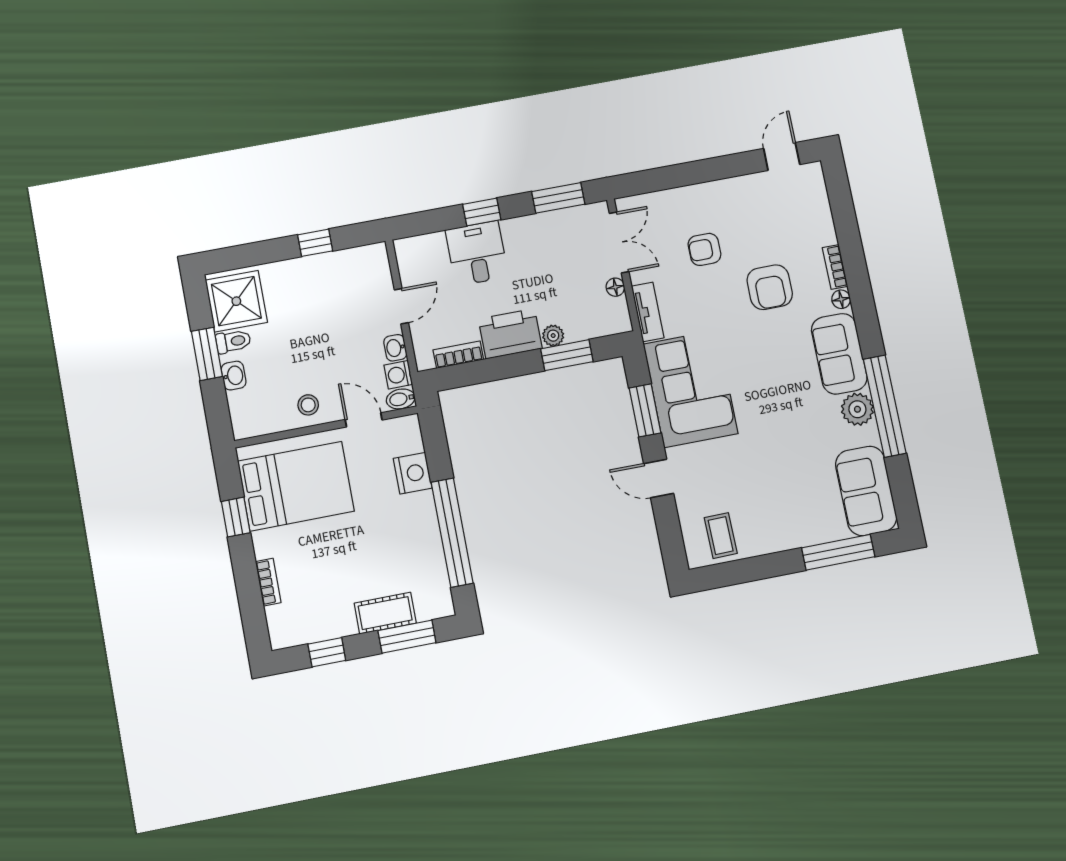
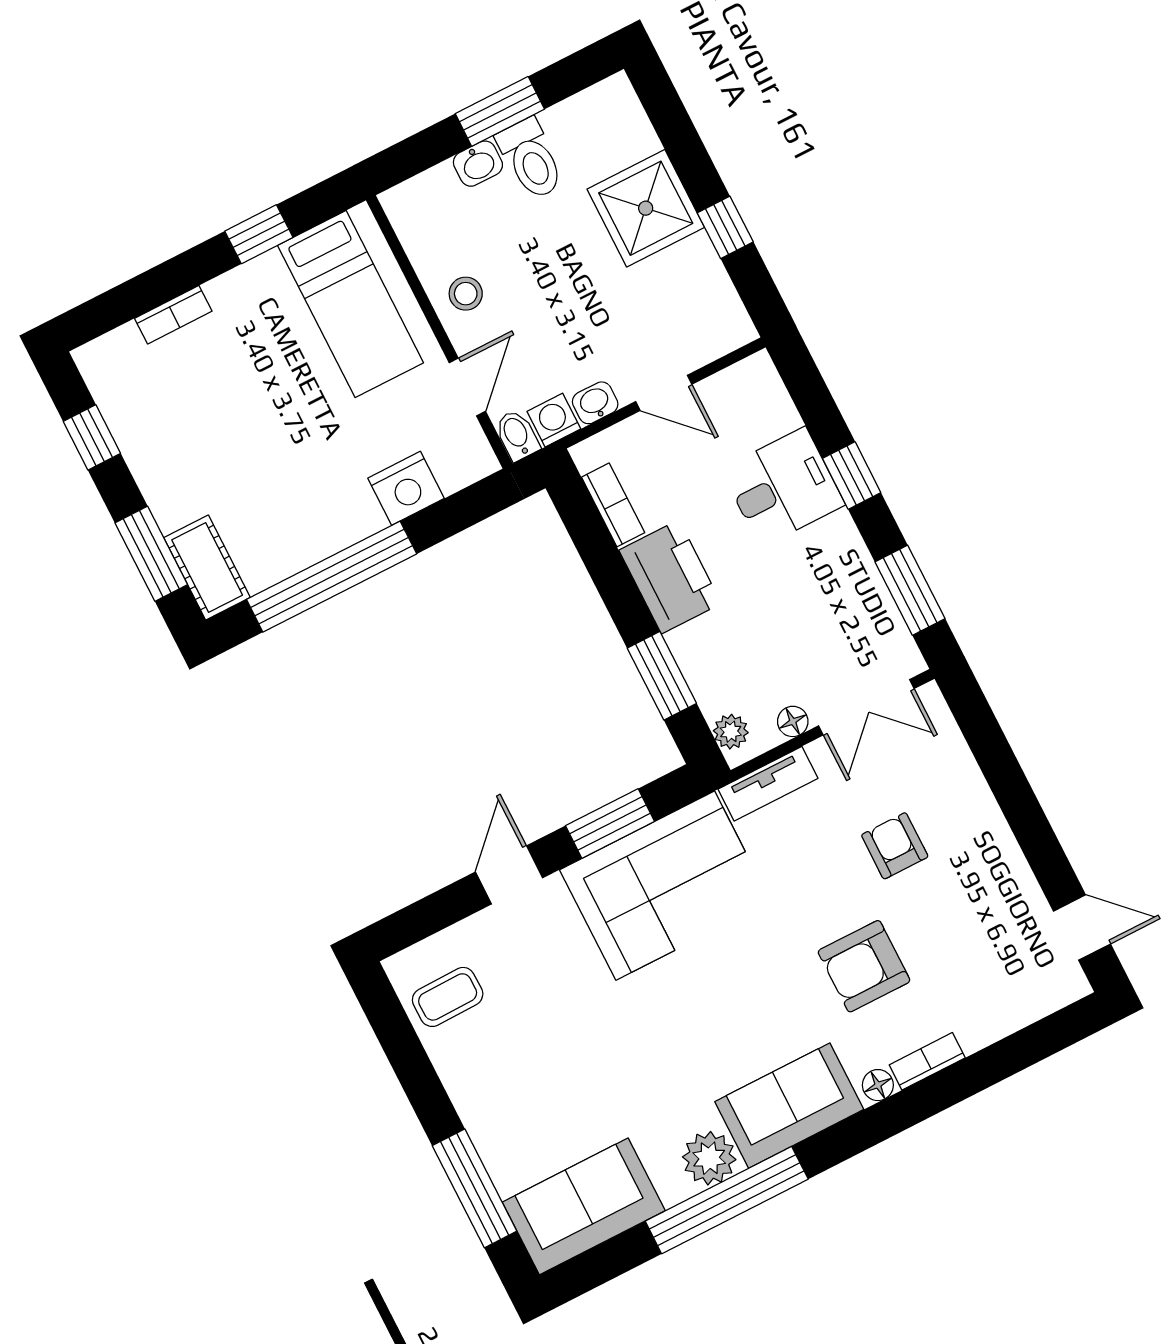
shower: (236, 301) -> (646, 208), moved
plant: (553, 336) -> (731, 732), moved
toilet: (233, 341) -> (531, 159), width x1.37, depth x1.39
bed: (296, 486) -> (351, 304), width x0.67
cot: (385, 613) -> (207, 568), moved

